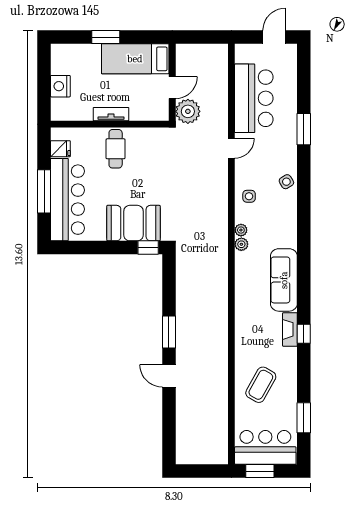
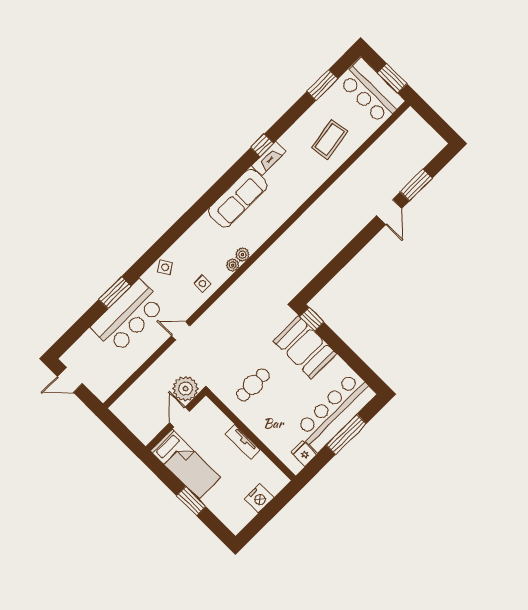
door: (172, 88) -> (180, 417), hinge flipped
bar counter: (254, 98) -> (128, 316), moved, turned 180
cafe table: (116, 149) -> (253, 385), moved
window: (169, 332) -> (416, 185), moved
coffee table: (261, 385) -> (330, 140), turned -38

